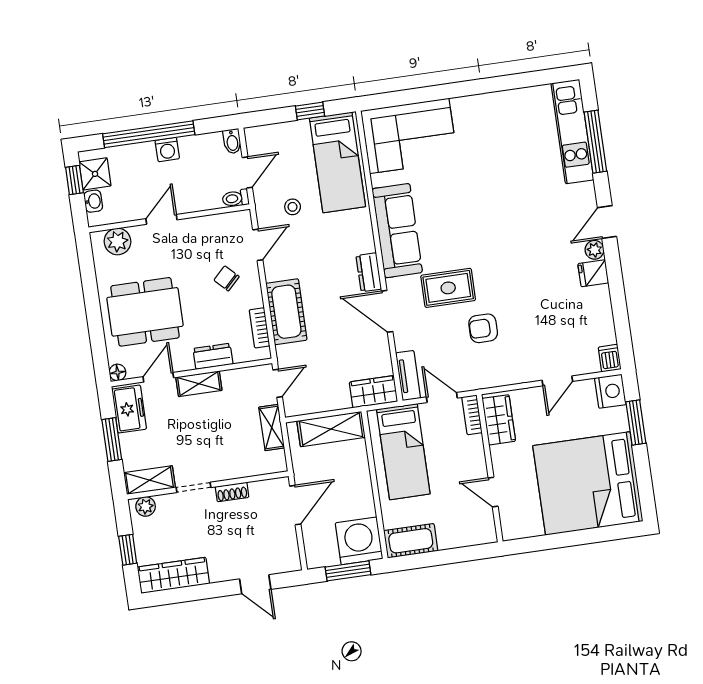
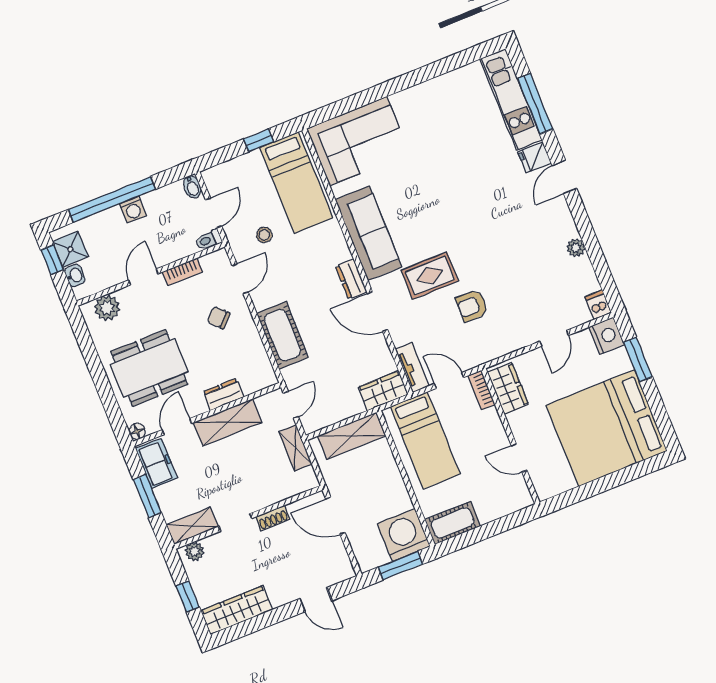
plant: (594, 250) -> (576, 248), moved
fridge: (593, 273) -> (535, 157), moved
bookcase: (259, 328) -> (182, 272), moved, turned -90
shelving: (199, 384) -> (228, 422), width x1.50, depth x1.33
door: (295, 505) -> (335, 516), swing flipped

